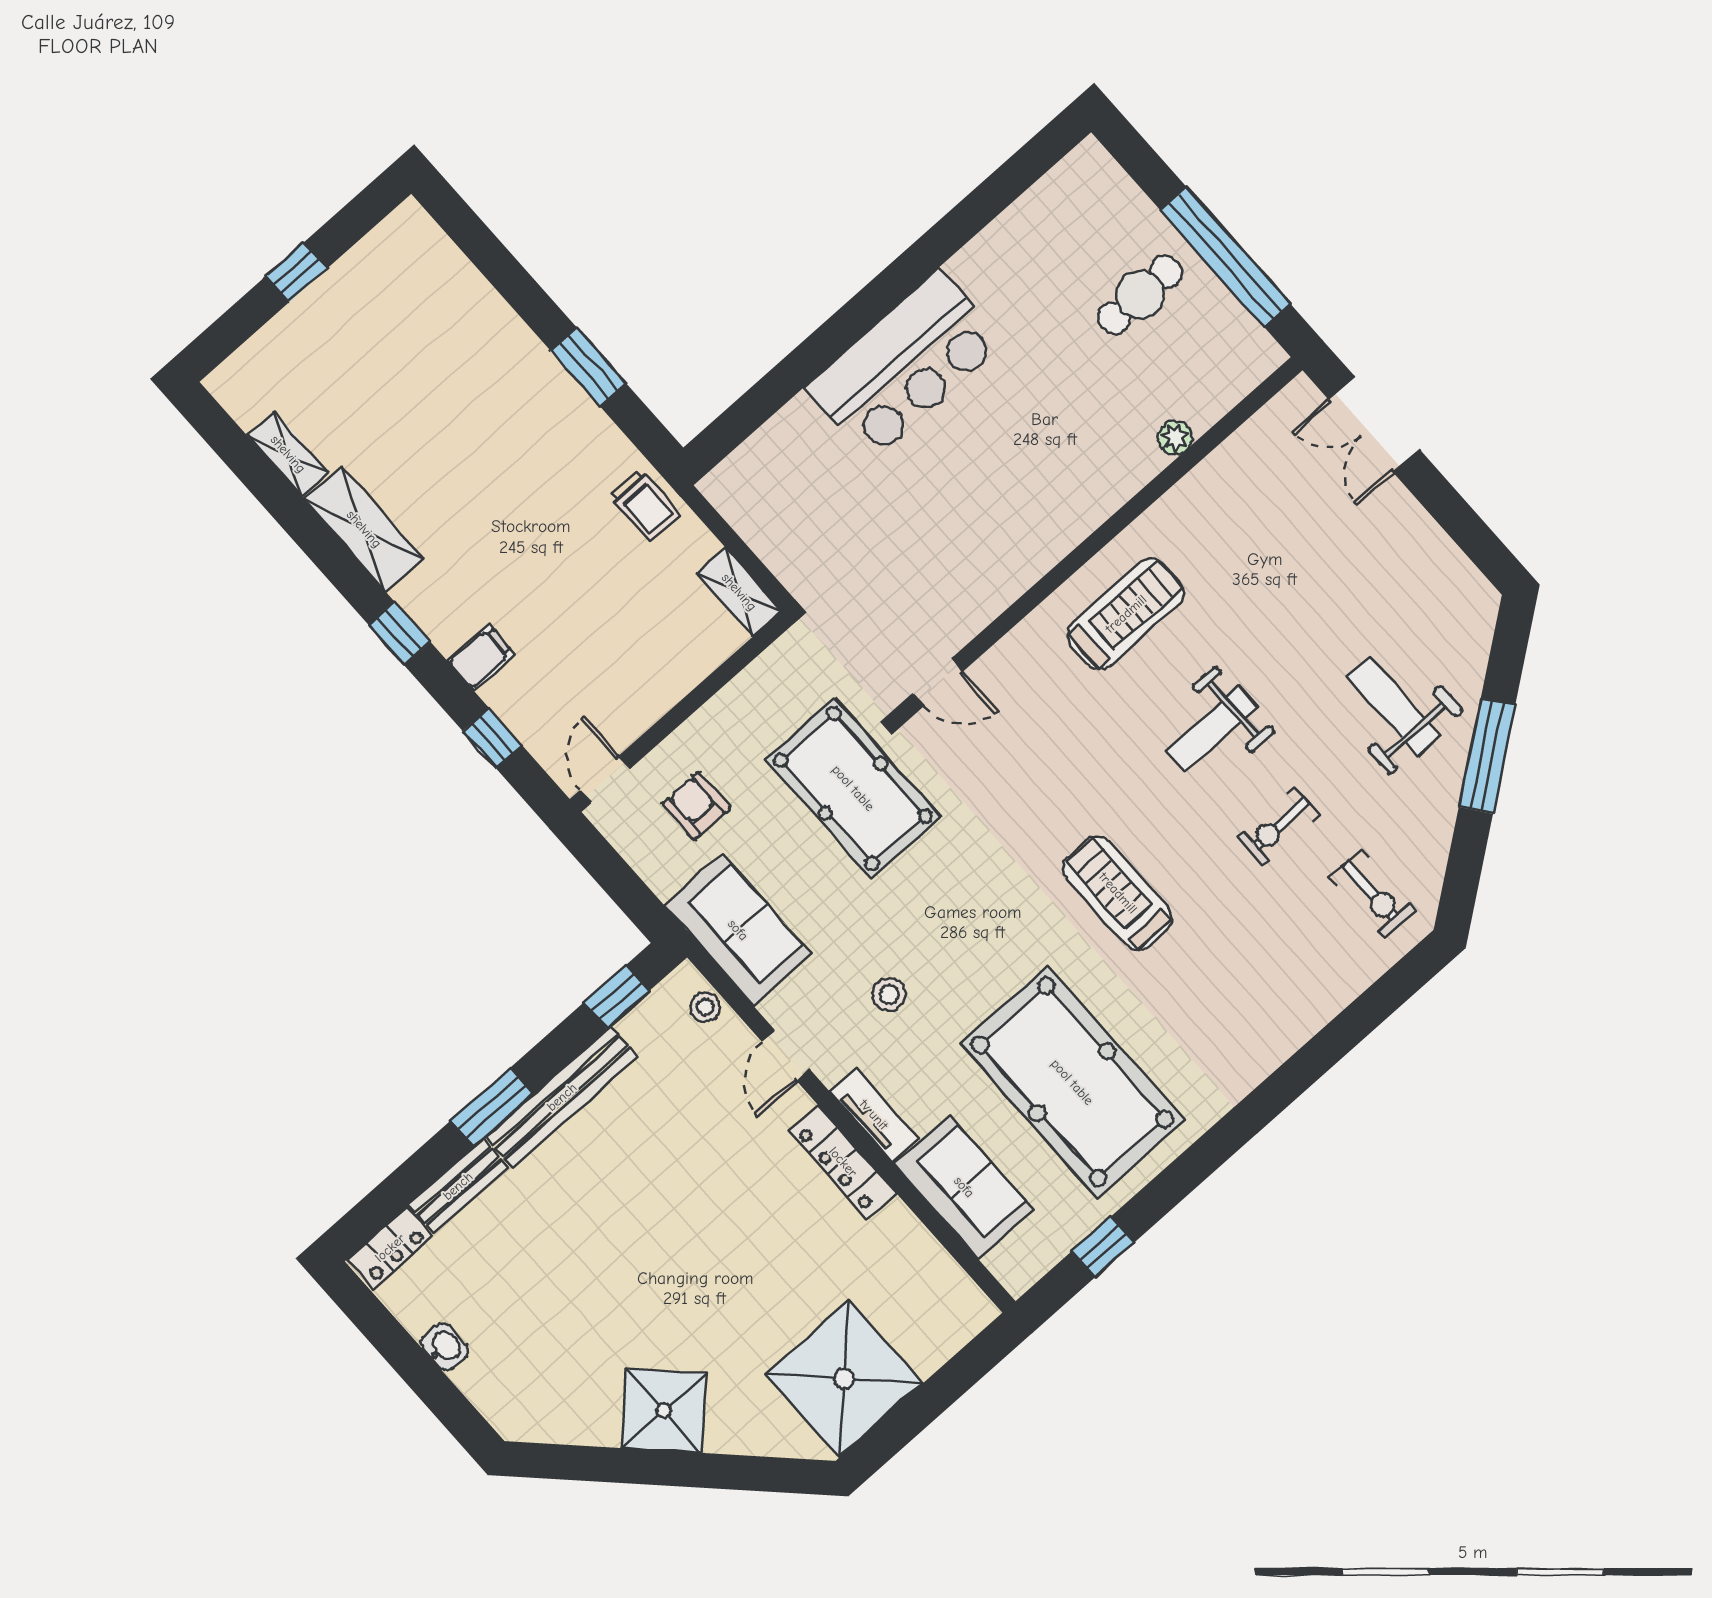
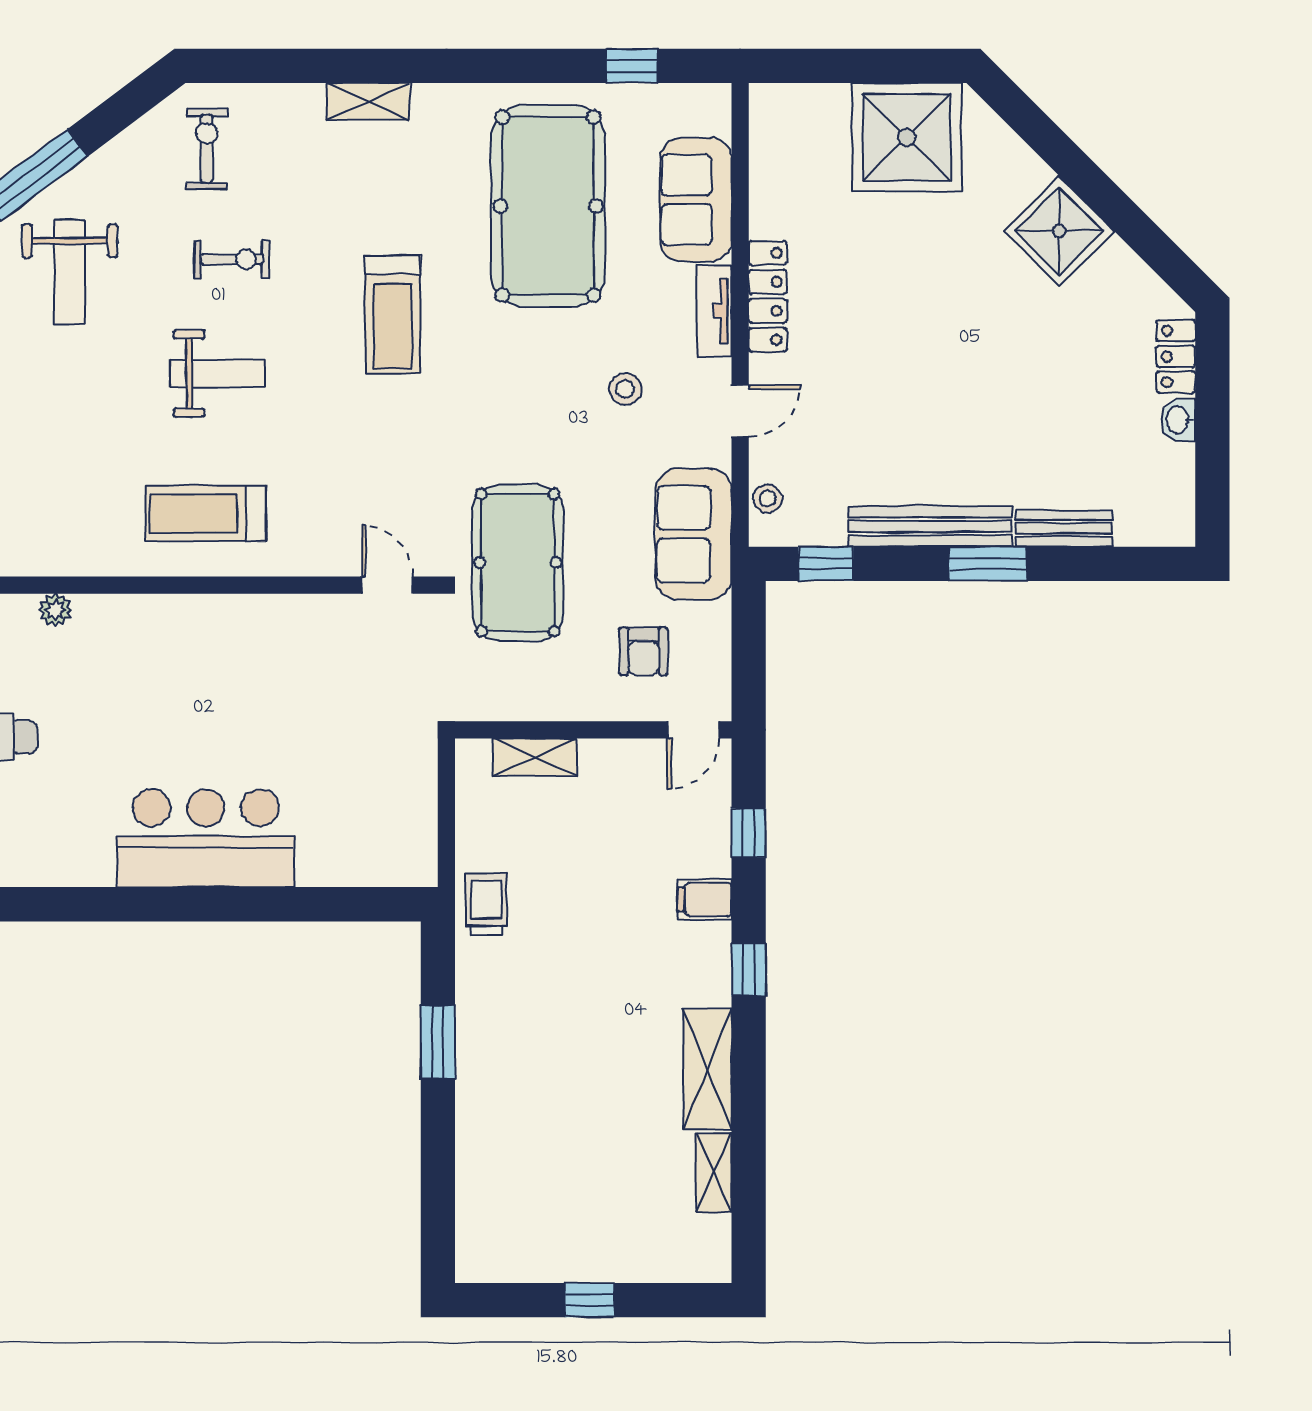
shelving: (739, 592) -> (535, 757), moved, turned 90
shelving: (1281, 1040) -> (368, 101), added
locker: (390, 1248) -> (1176, 356), moved, turned -90

